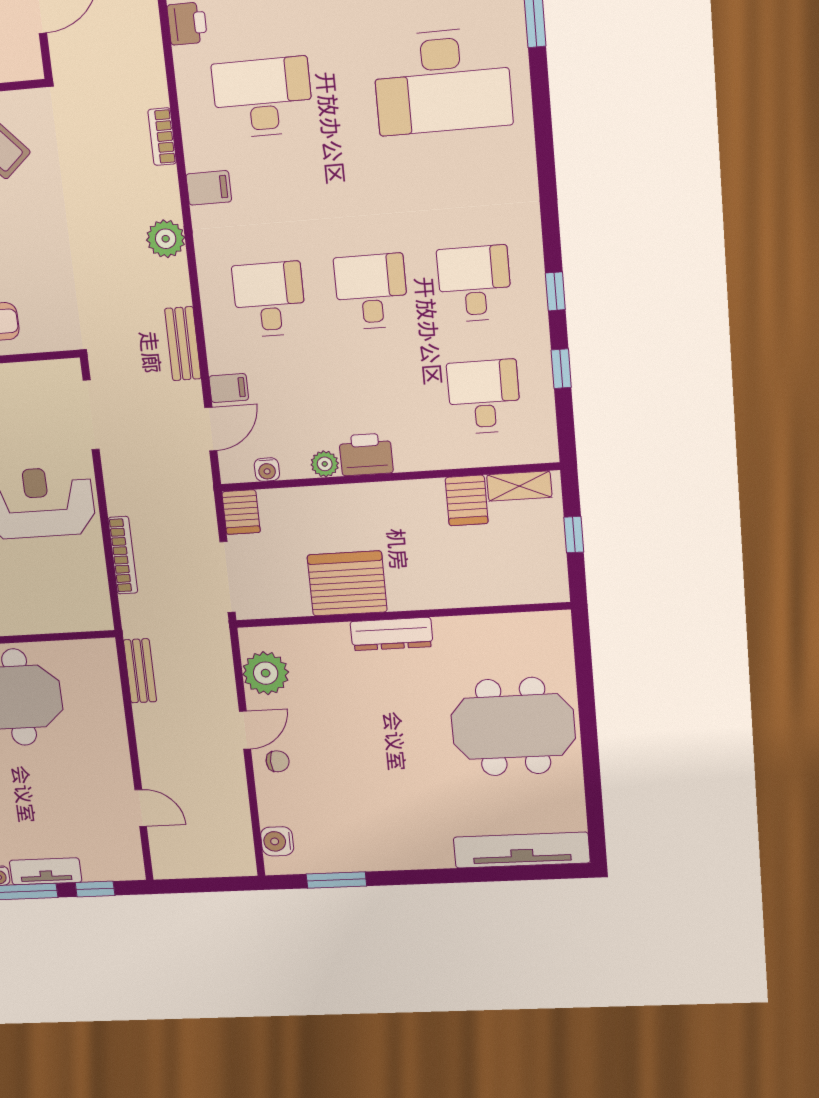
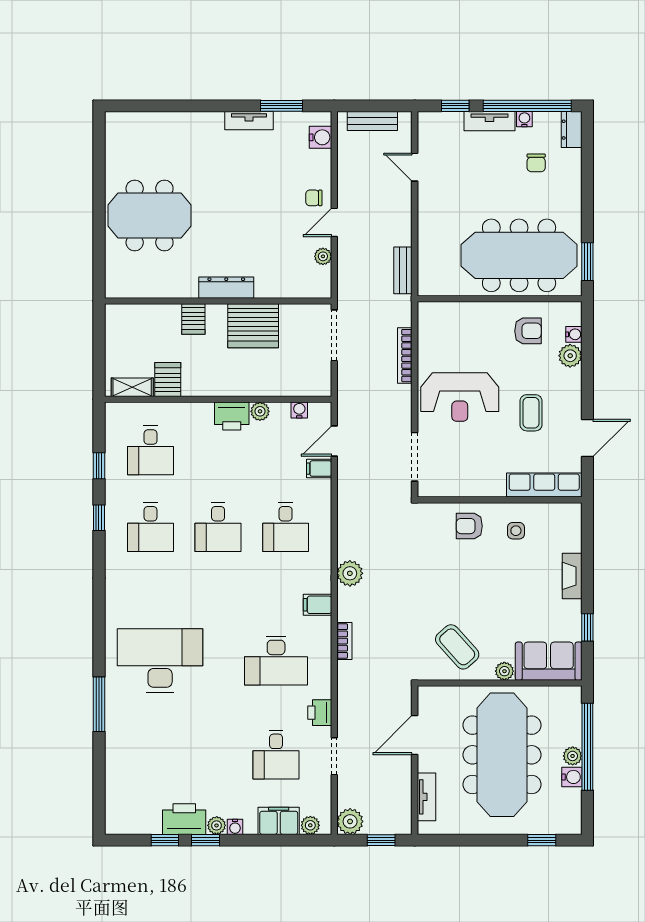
bench: (183, 344) -> (372, 121), moved, turned 90
server rack: (241, 512) -> (193, 319), moved, turned 180
window: (574, 535) -> (99, 351), removed
plant: (266, 673) -> (323, 256), width x0.53, depth x0.53
tv unit: (522, 850) -> (249, 121), moved, width x0.52, depth x0.78

